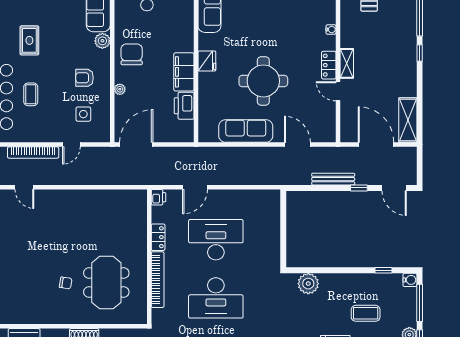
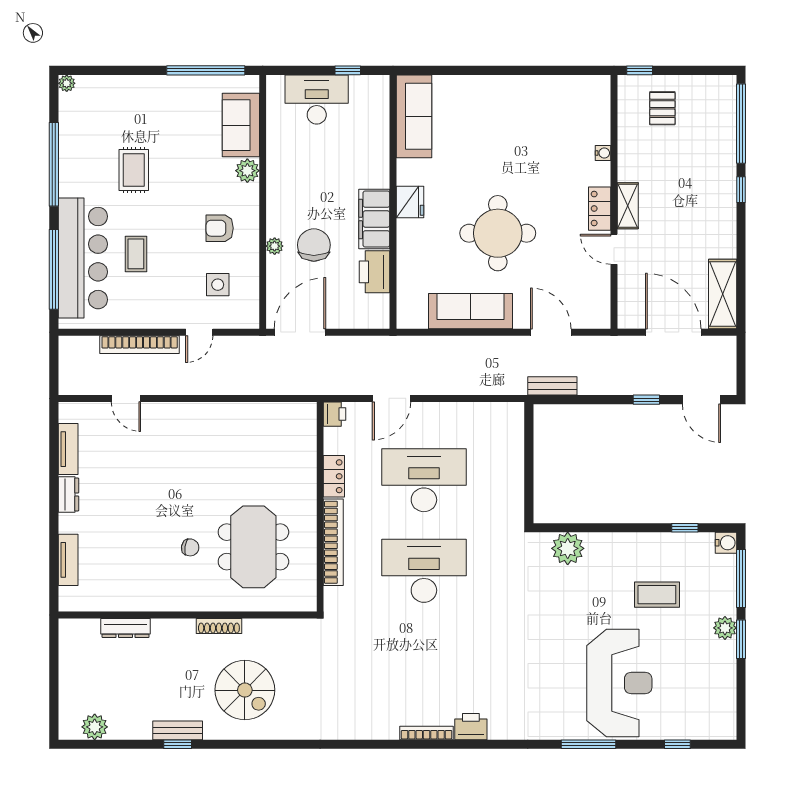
chair: (132, 54) -> (314, 245), moved
bench: (333, 179) -> (552, 386), moved, width x0.73
desk: (216, 298) -> (424, 571), turned 180

